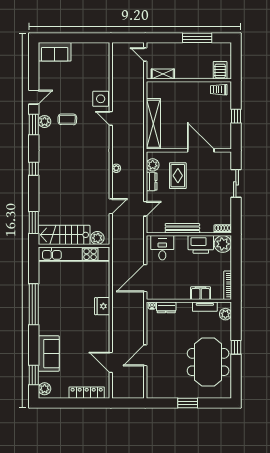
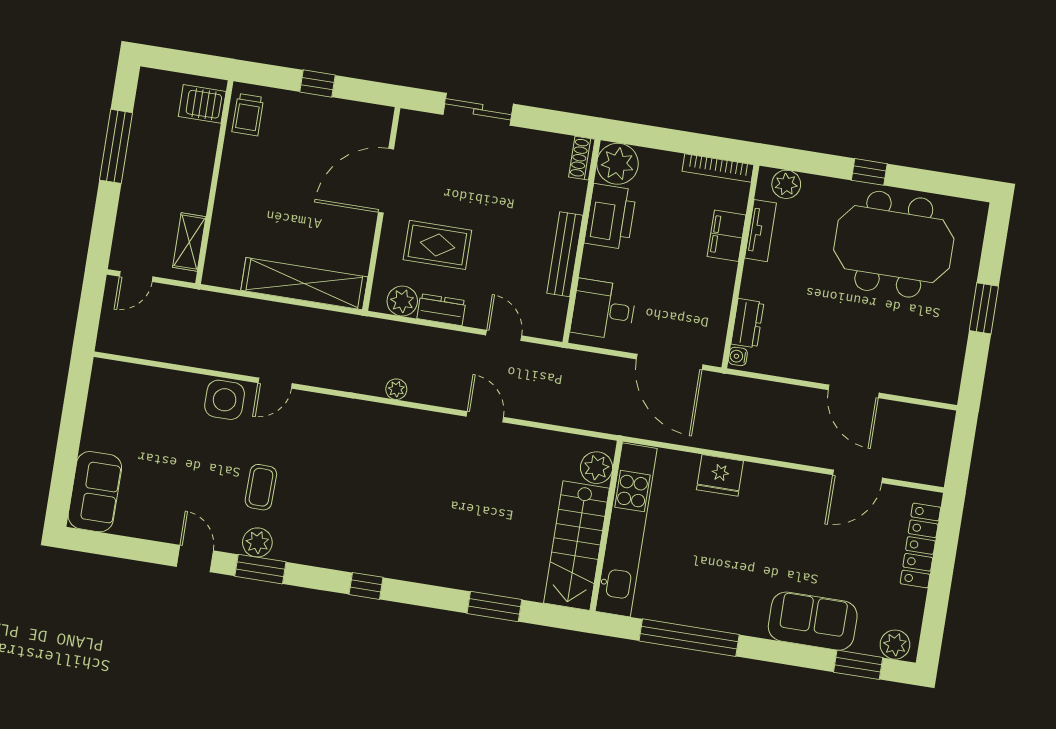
stairs: (64, 235) -> (576, 546), moved
plant: (97, 238) -> (596, 468), moved
wall: (74, 246) -> (606, 526), moved
kitchen unit: (74, 254) -> (626, 530), moved

